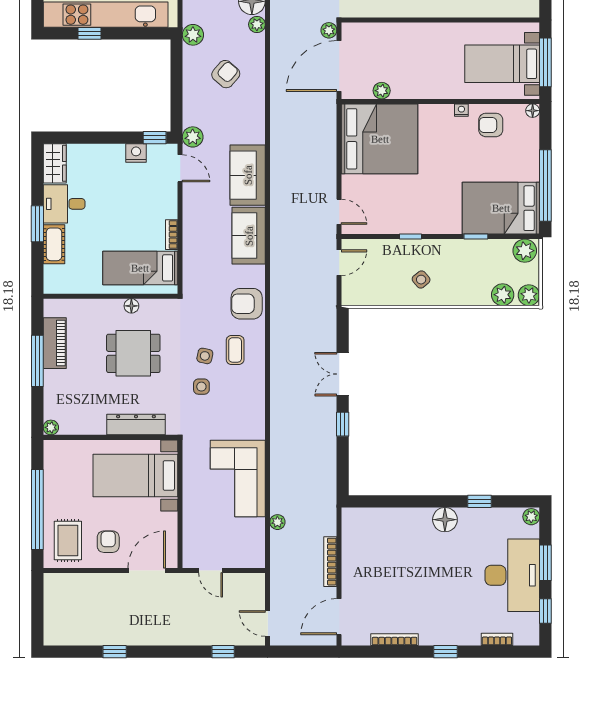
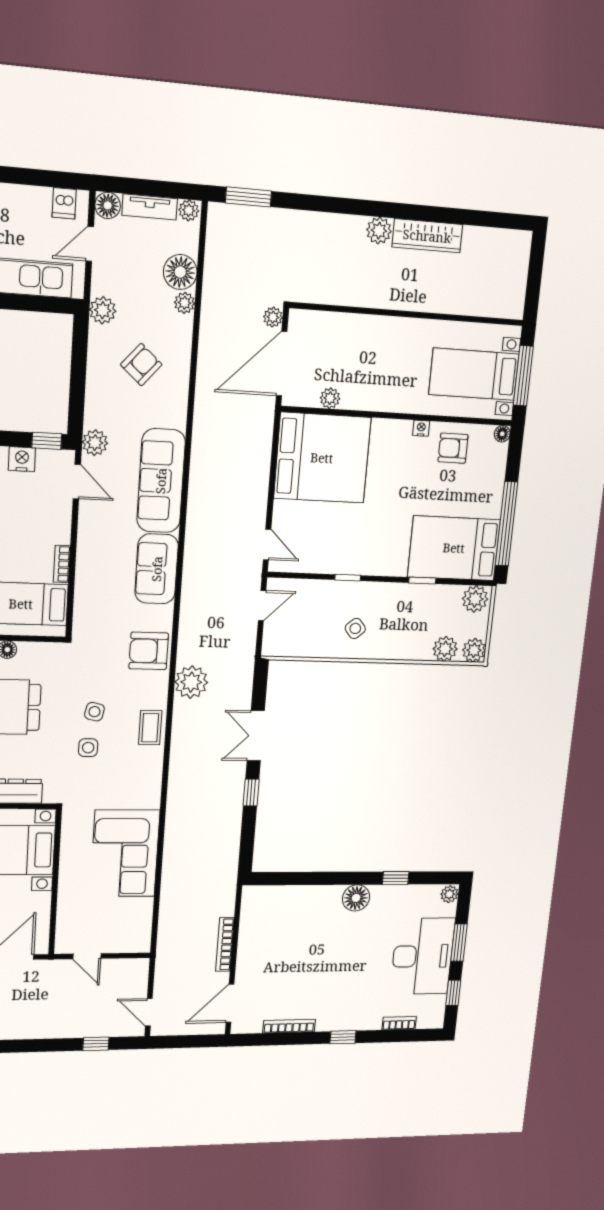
sofa: (248, 175) -> (161, 481), width x1.36
coffee table: (235, 350) -> (150, 728), moved
plant: (277, 522) -> (191, 682), moved, width x1.88, depth x1.88

